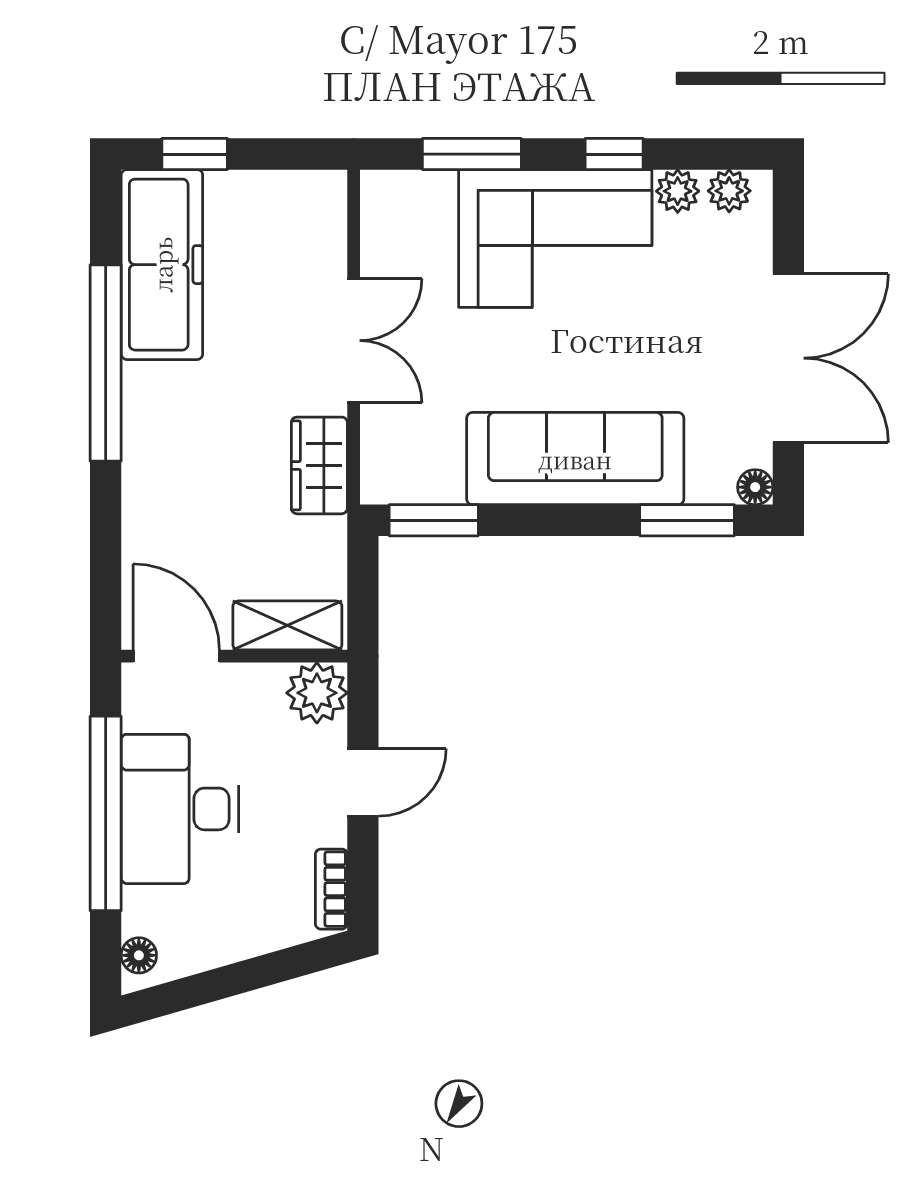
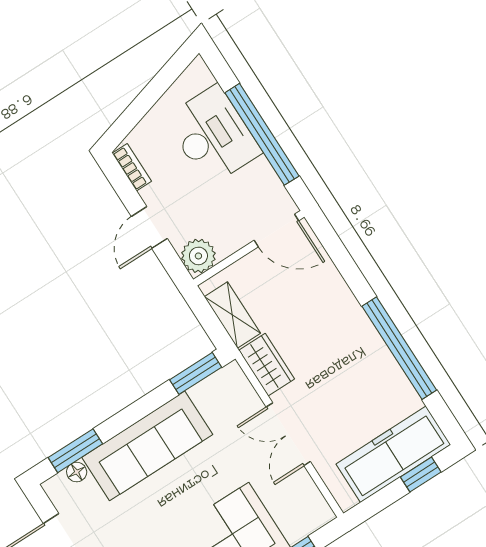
freezer: (162, 265) -> (393, 454), moved, turned 90
floor lamp: (755, 487) -> (77, 472), moved
shelving: (287, 625) -> (232, 315), moved, turned 90
desk: (180, 809) -> (213, 135), moved
floor lamp: (139, 955) -> (203, 77), removed

